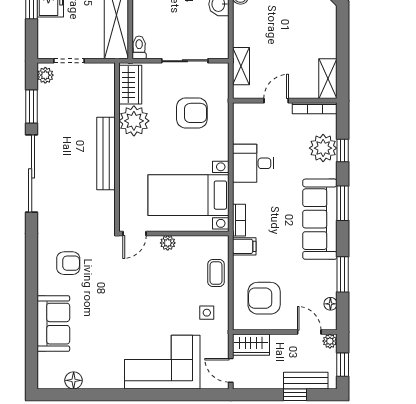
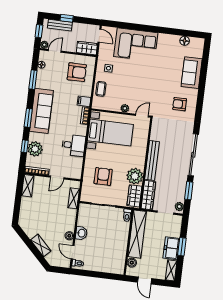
wardrobe: (105, 89) -> (148, 195), added
armchair: (192, 113) -> (103, 176), turned 90
door: (309, 332) -> (55, 51), swing flipped

